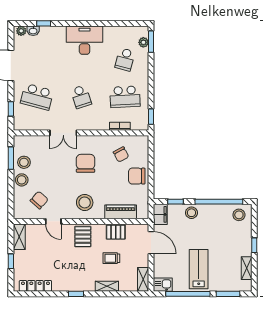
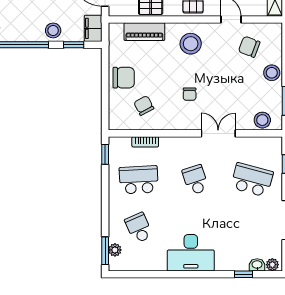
school desk: (125, 59) -> (139, 228), turned -39
stool: (24, 162) -> (262, 120), moved
chair: (86, 163) -> (190, 94), width x0.54, depth x0.54
chair: (39, 200) -> (249, 47), turned 69

